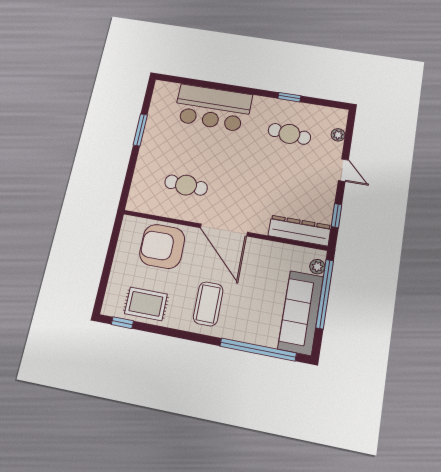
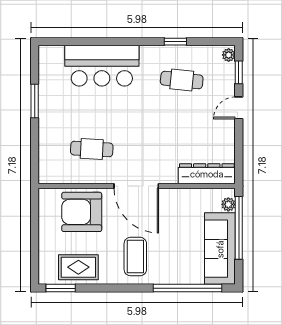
plant: (338, 135) -> (229, 55), moved
door: (343, 170) -> (239, 108), swing flipped
window: (336, 216) -> (239, 72), moved
window: (122, 323) -> (61, 288), width x1.50

